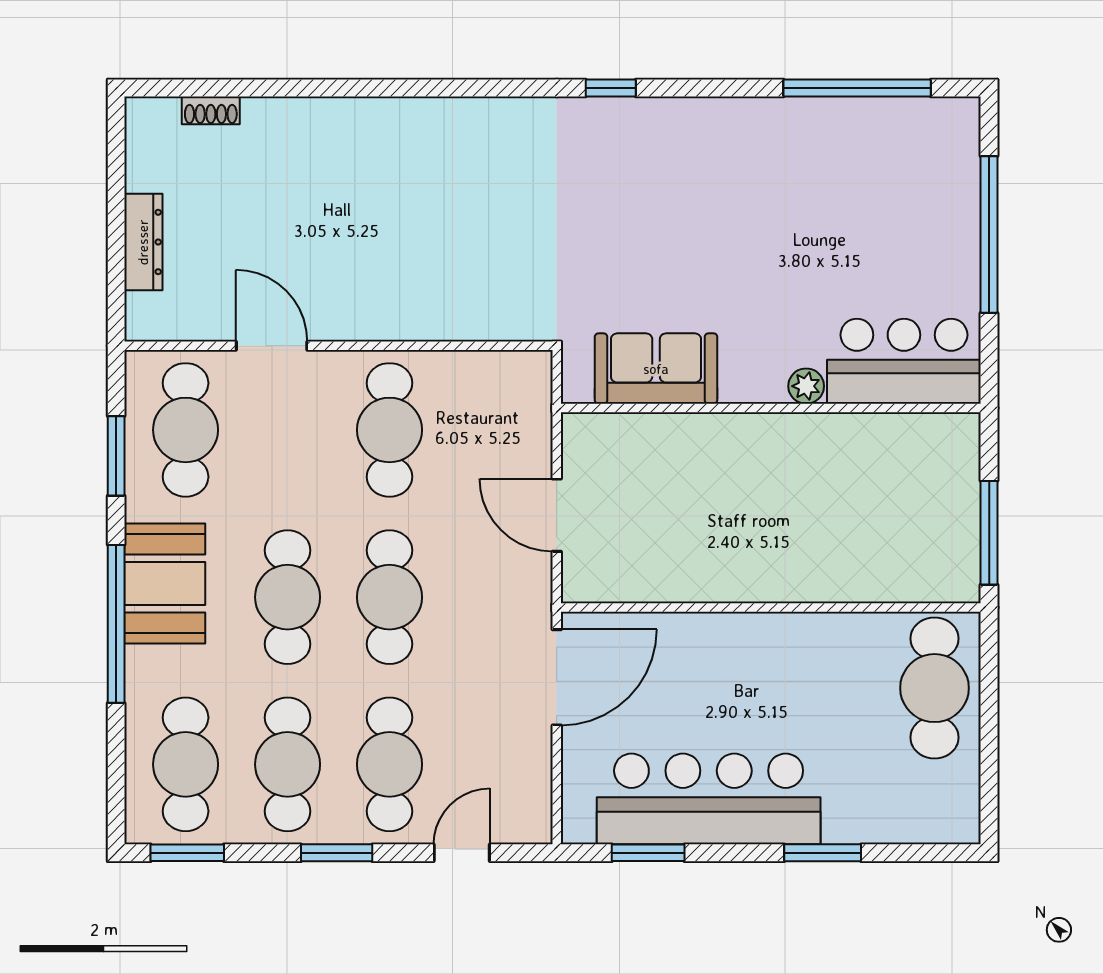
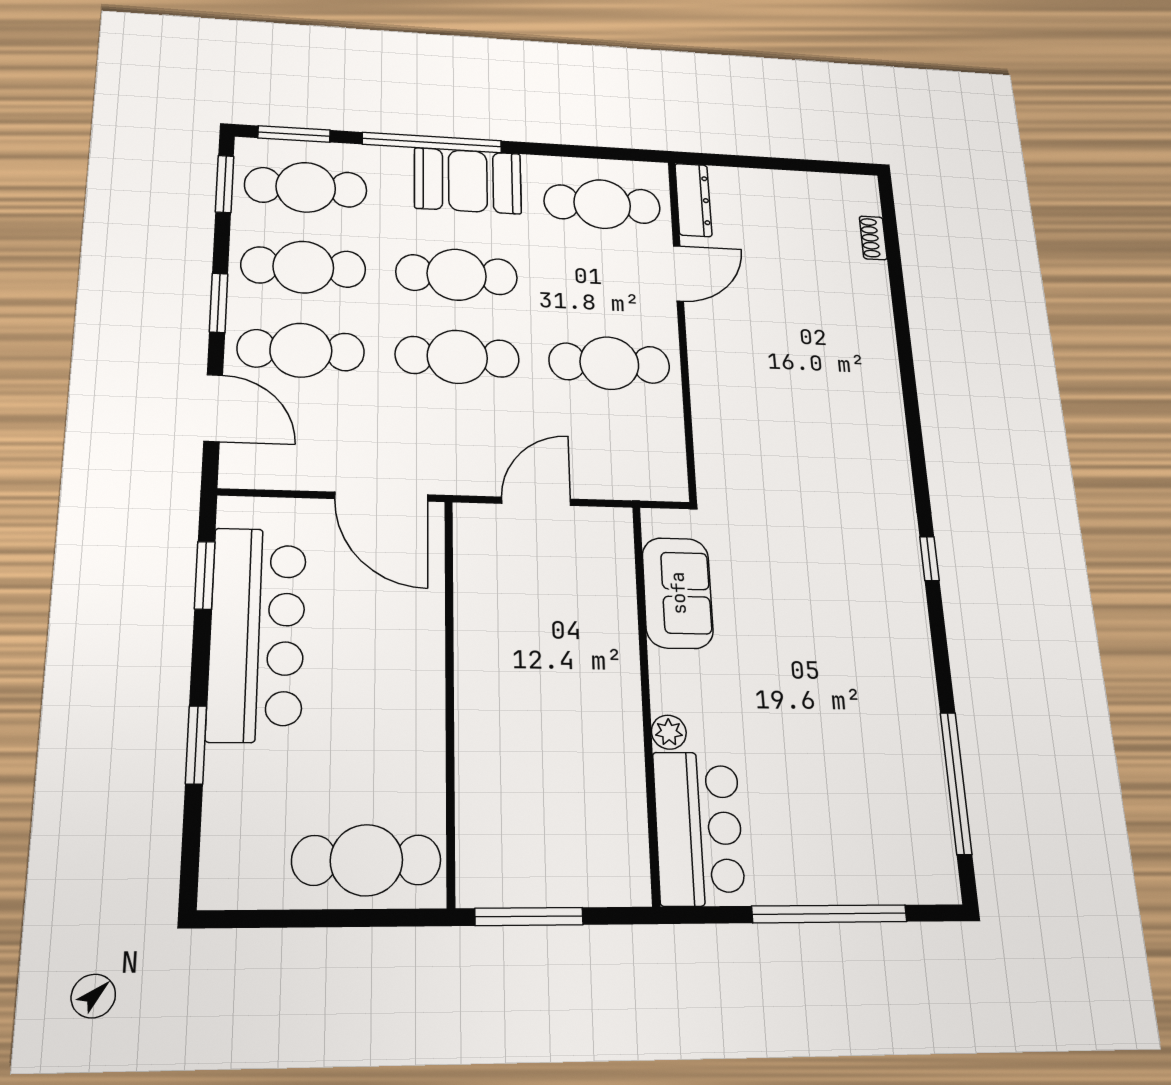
dresser: (143, 242) -> (693, 200), moved, turned -90
window: (116, 456) -> (294, 134), moved
door: (462, 853) -> (213, 408), width x1.38

